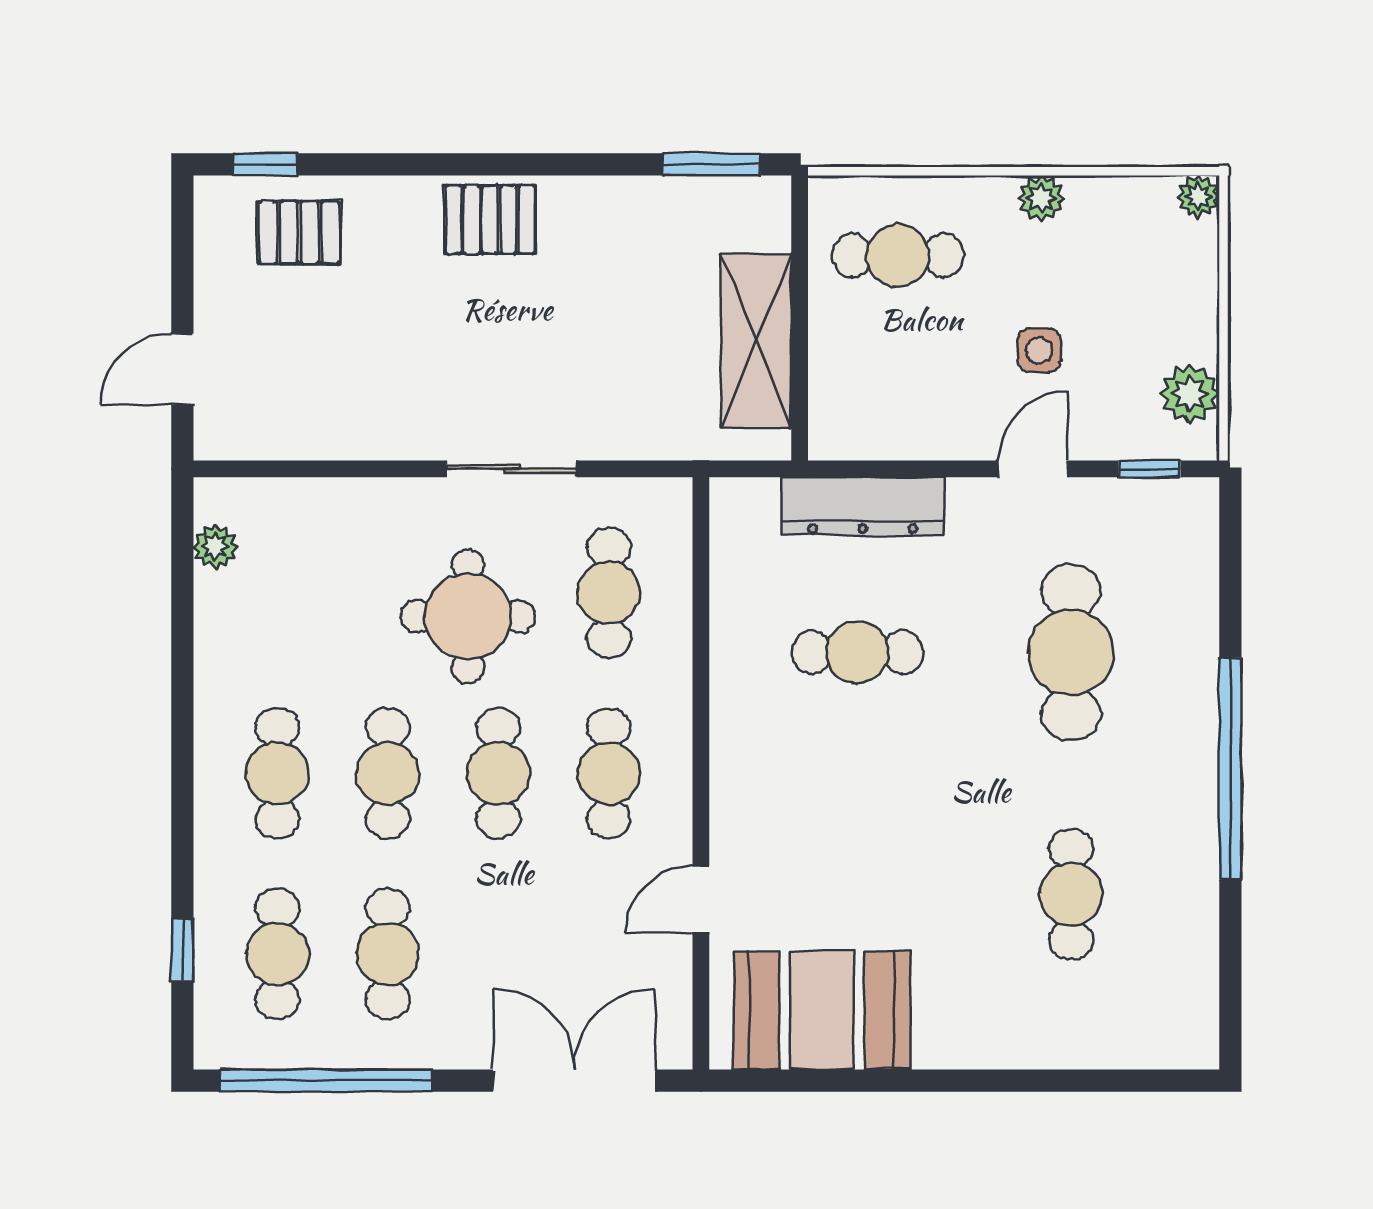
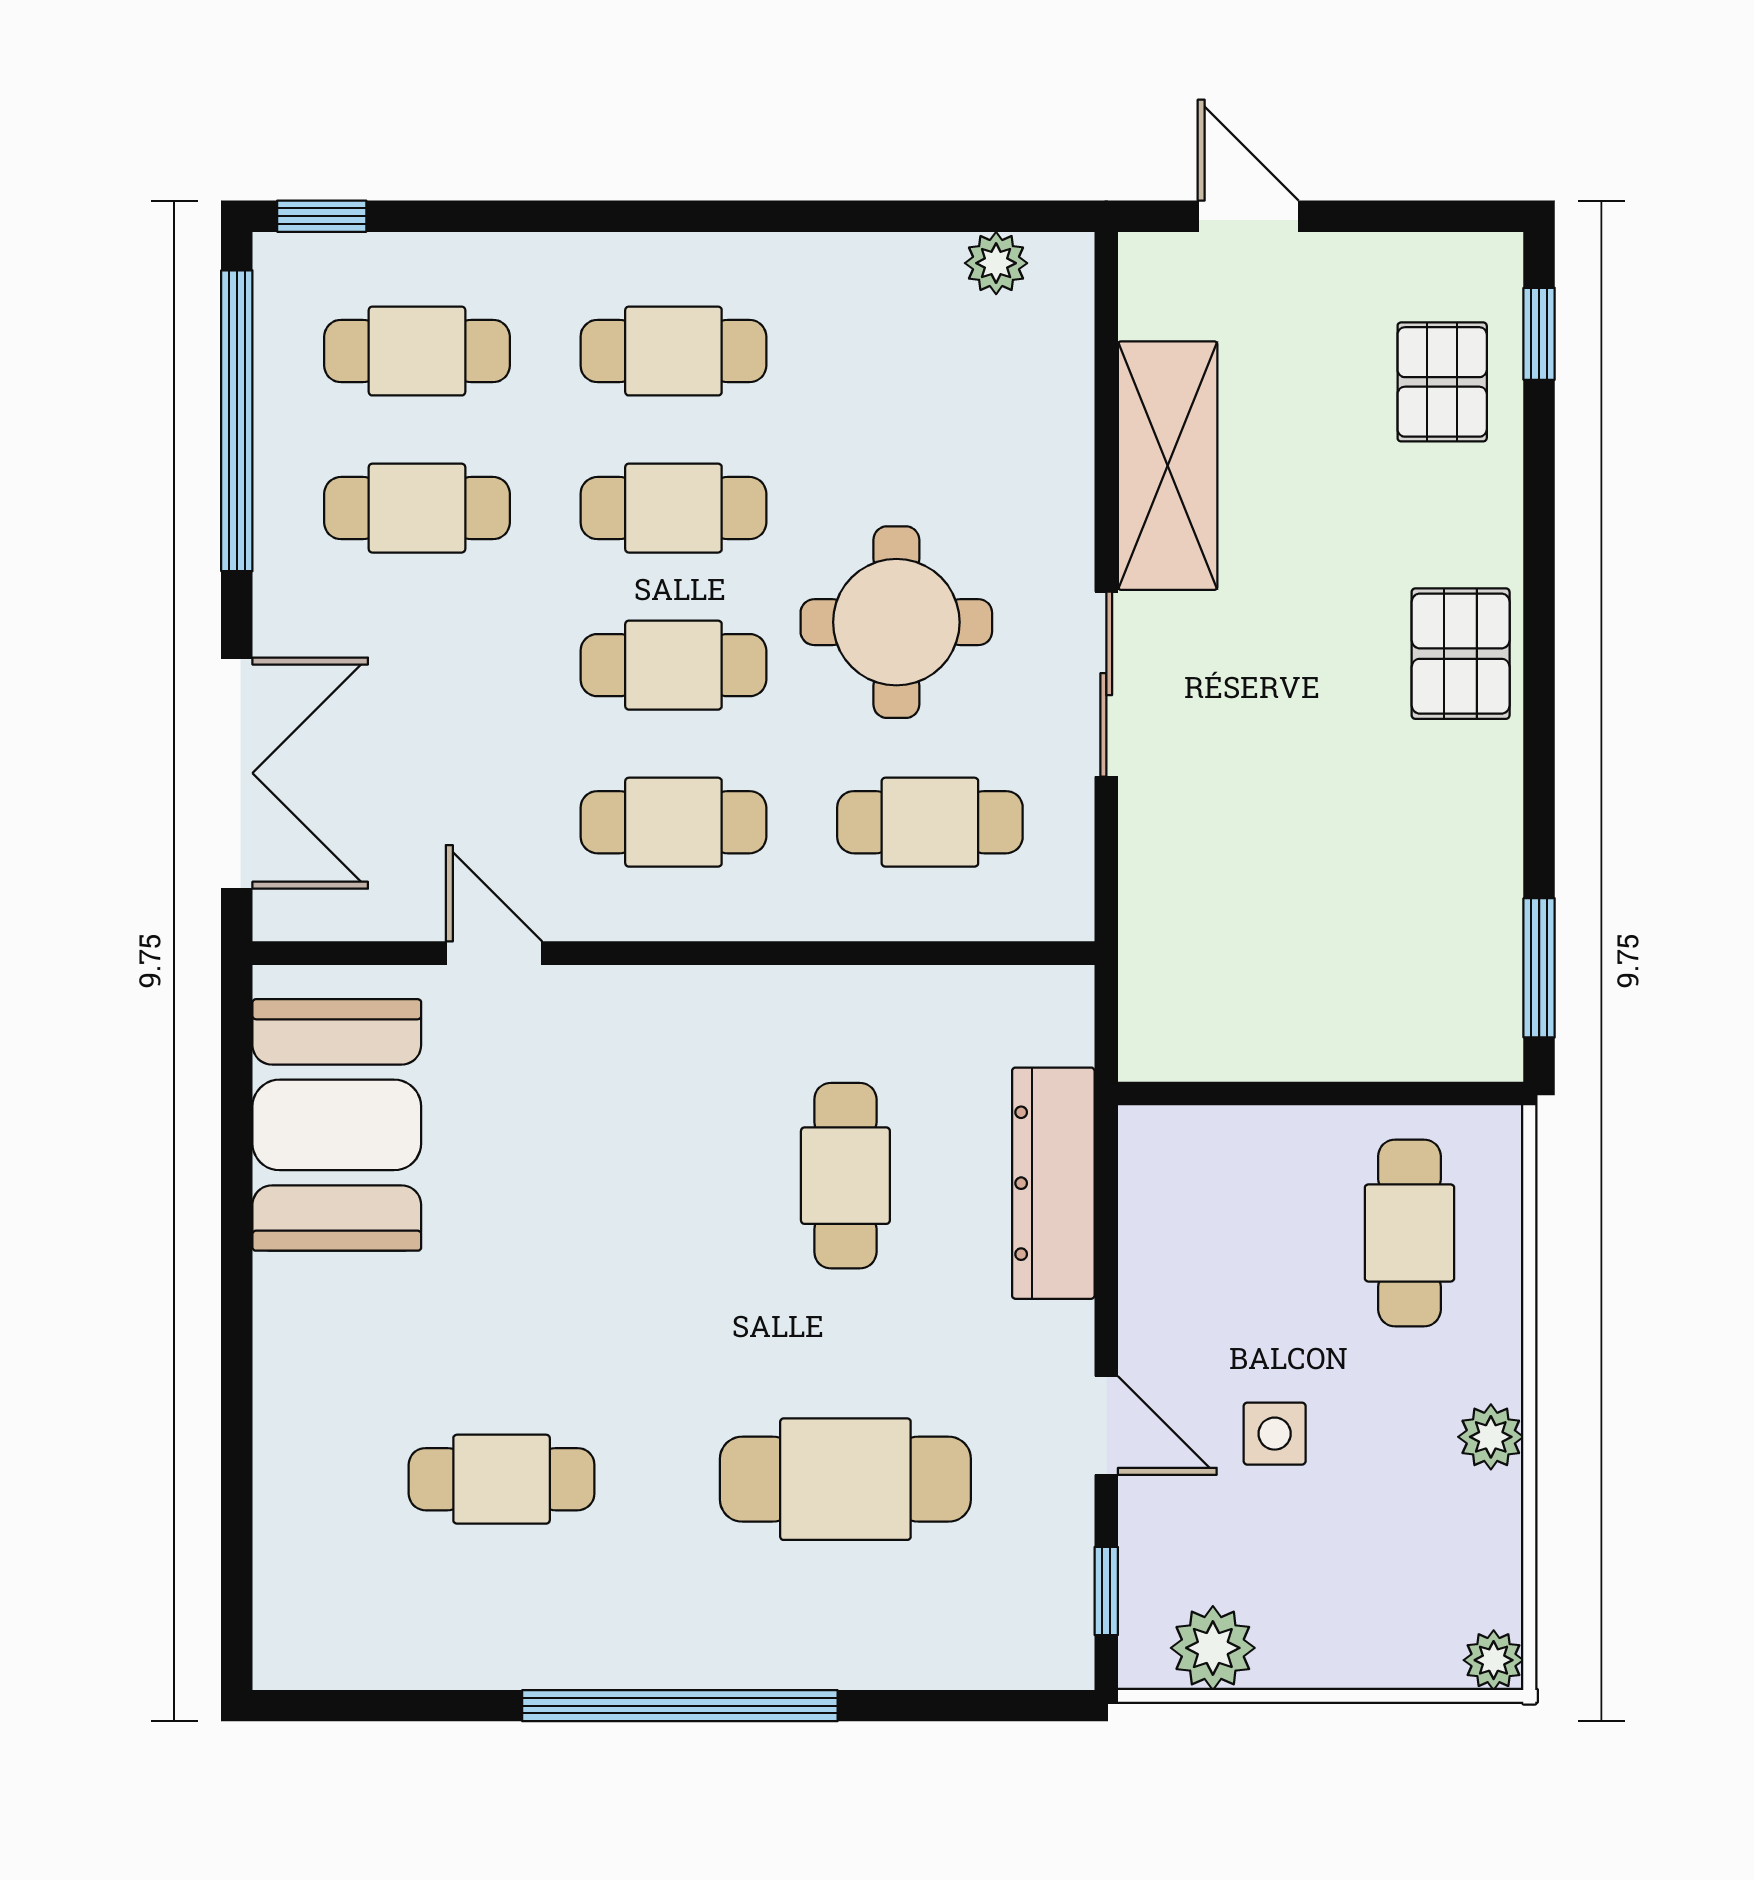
shelving: (756, 341) -> (1168, 466), moved, turned 90
window: (182, 950) -> (322, 216), moved

